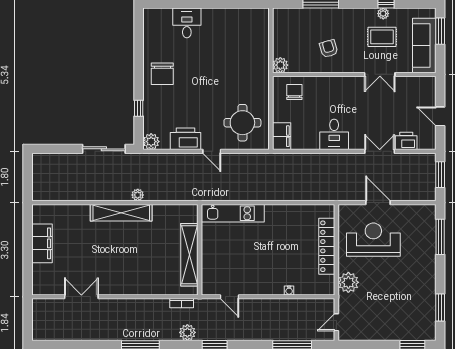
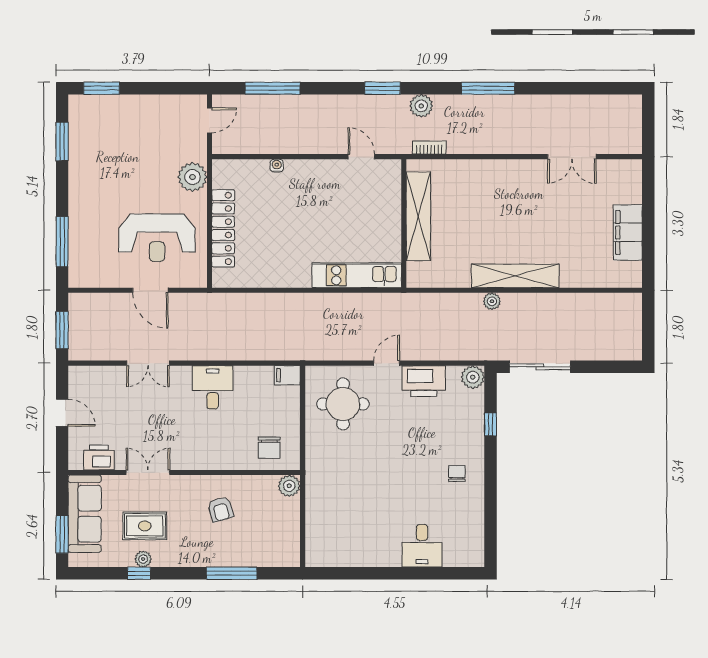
chair: (162, 74) -> (457, 473), width x0.54, depth x0.54
filing cabinet: (282, 136) -> (287, 375), width x0.50
printer: (406, 141) -> (99, 457), moved, turned 180
door: (212, 151) -> (387, 363), hinge flipped

